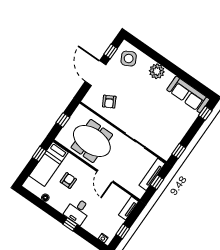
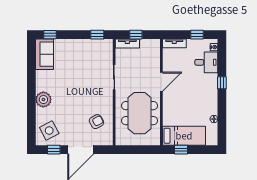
sofa: (188, 95) -> (44, 54), width x0.73
window: (63, 120) -> (139, 150), removed
tv unit: (152, 174) -> (127, 43), width x0.71
armchair: (68, 180) -> (186, 110), removed
desk: (78, 211) -> (206, 62), moved

